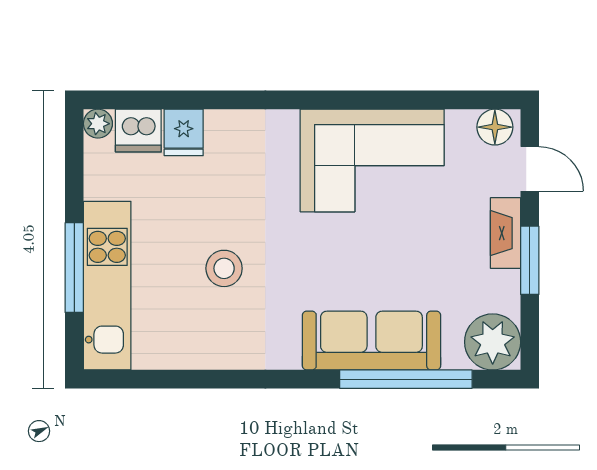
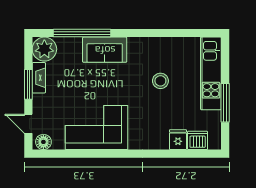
plant: (98, 124) -> (215, 143), removed
fireplace: (506, 233) -> (39, 78), moved
window: (74, 268) -> (225, 103), moved
sofa: (371, 341) -> (105, 50), width x0.73

